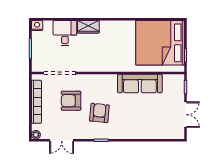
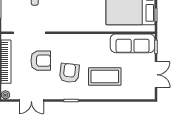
sofa: (140, 83) -> (133, 43), moved
armchair: (71, 101) -> (41, 61), turned 180
coffee table: (135, 116) -> (105, 77), added

